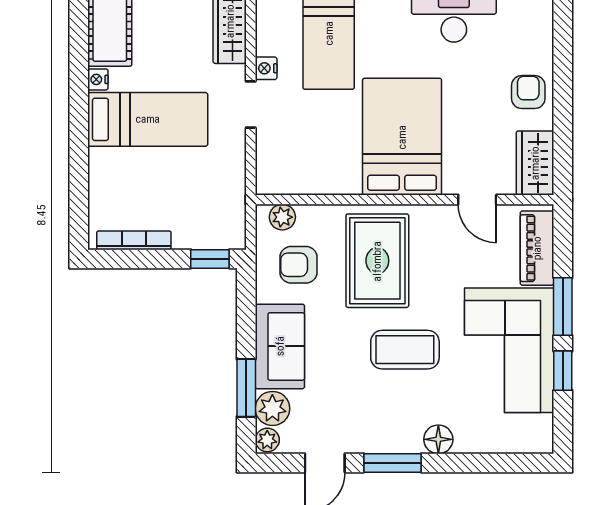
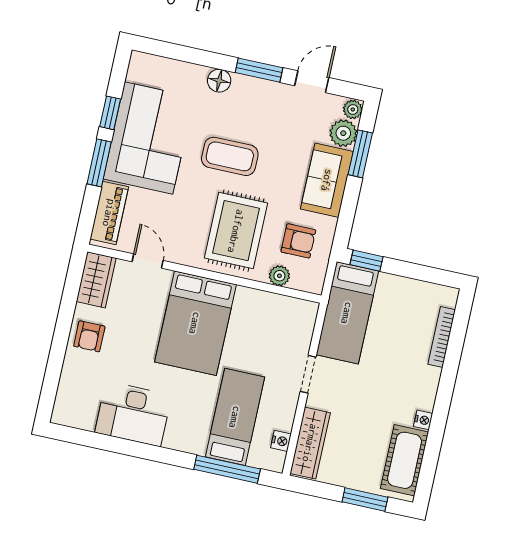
nightstand: (266, 68) -> (281, 441), moved
bed: (148, 119) -> (347, 313), moved, turned -90
plant: (282, 217) -> (279, 276), moved
bookcase: (134, 240) -> (442, 337), moved, turned 90

